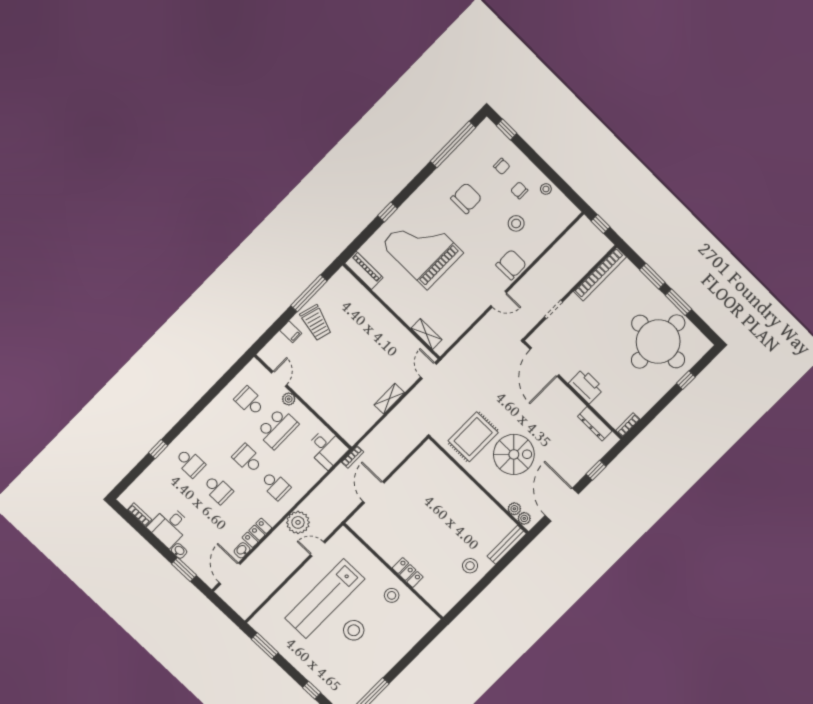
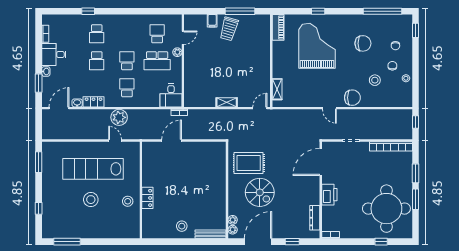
school desk: (275, 485) -> (127, 88), turned 180

